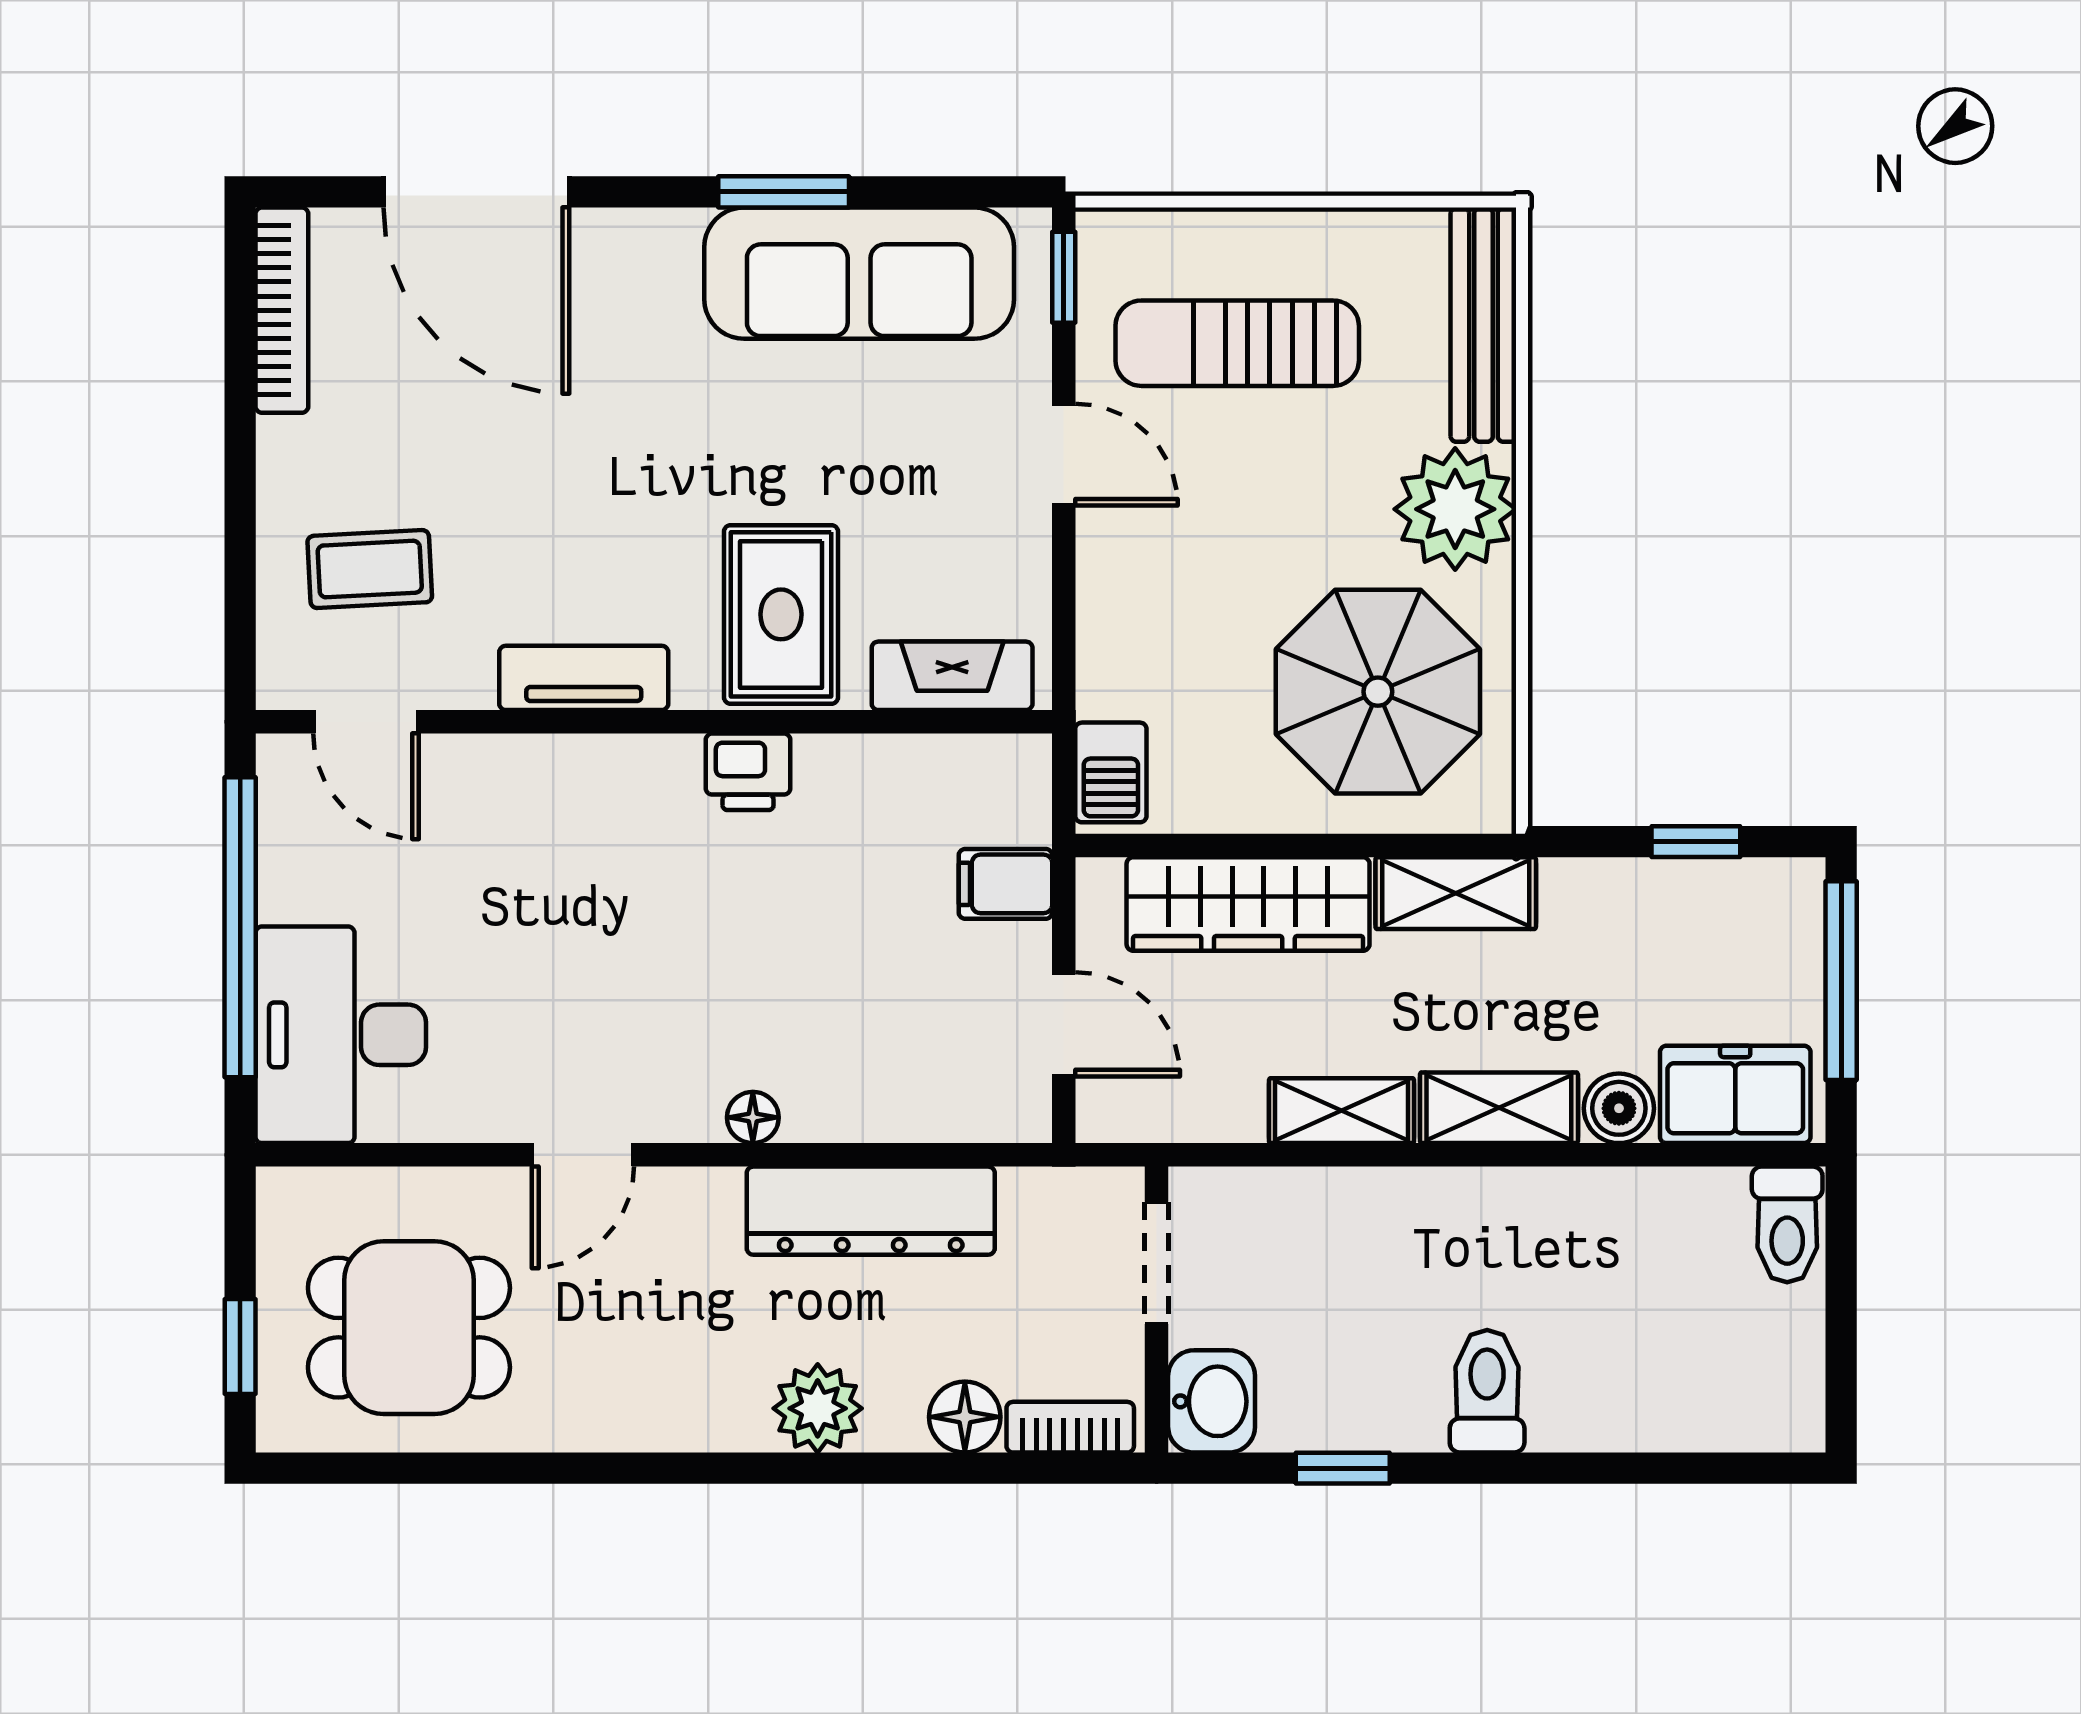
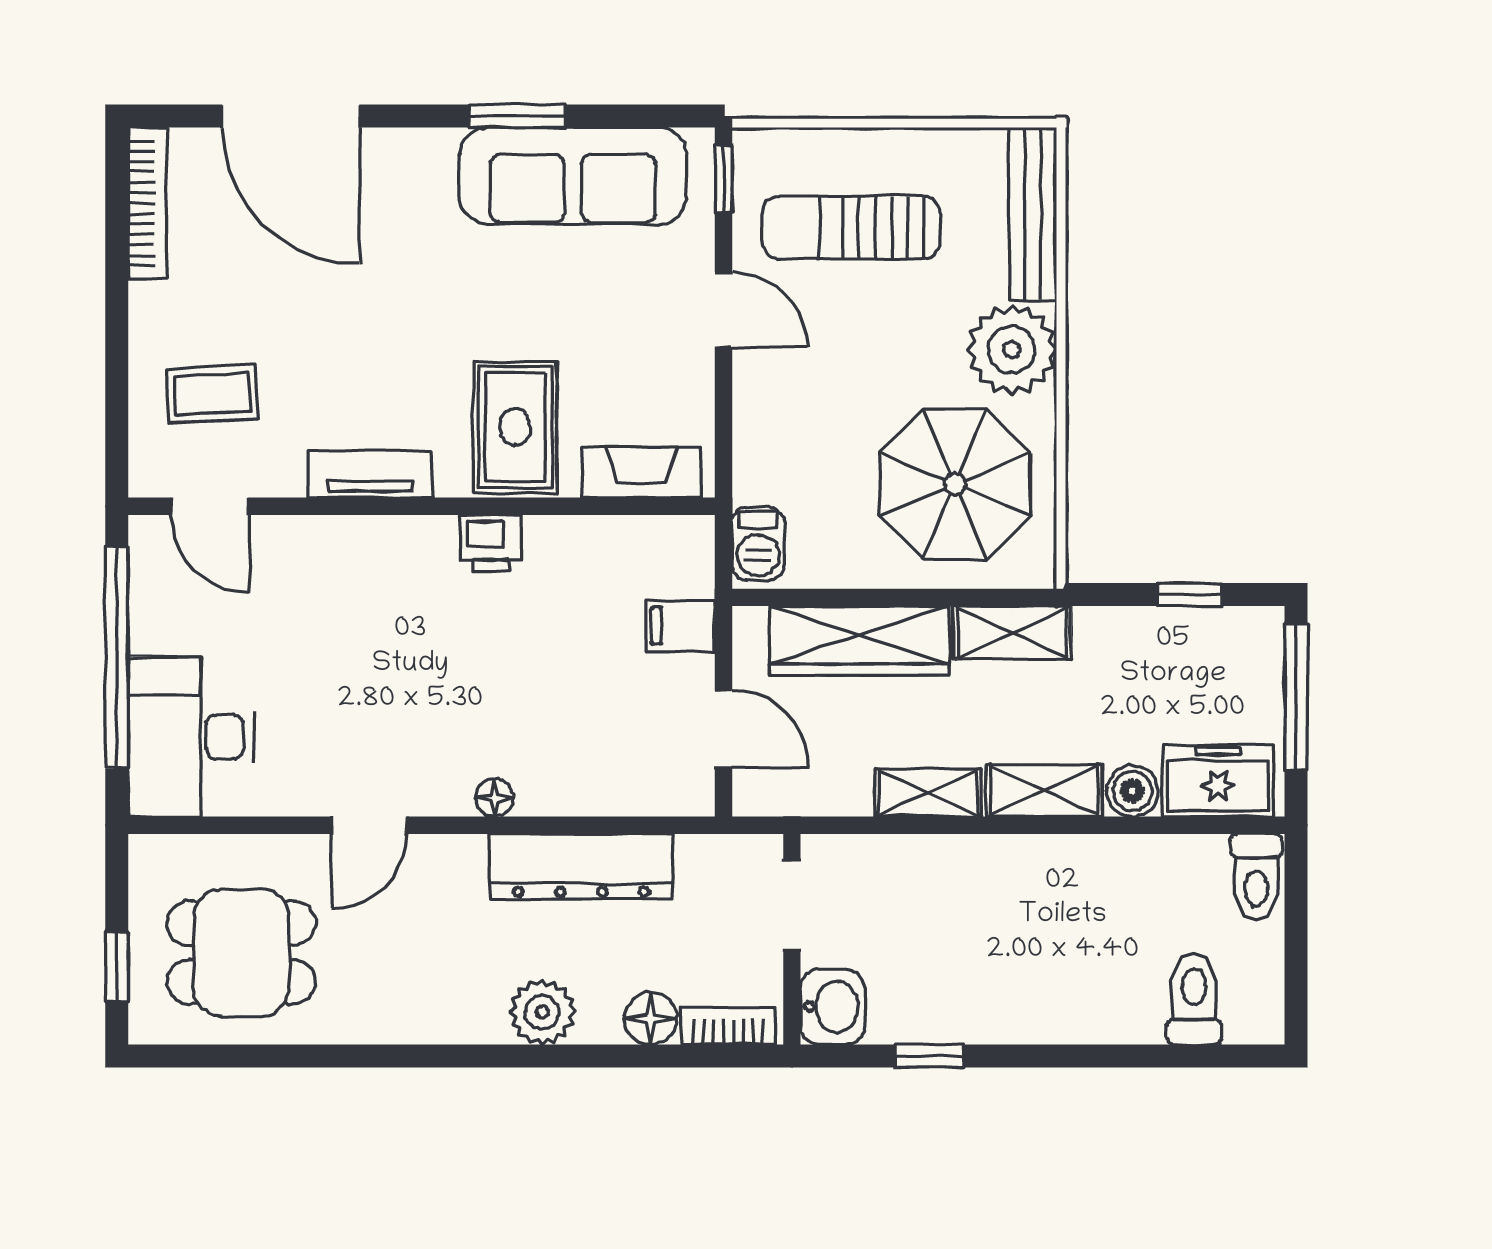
toilet: (1487, 1391) -> (1194, 999), moved

